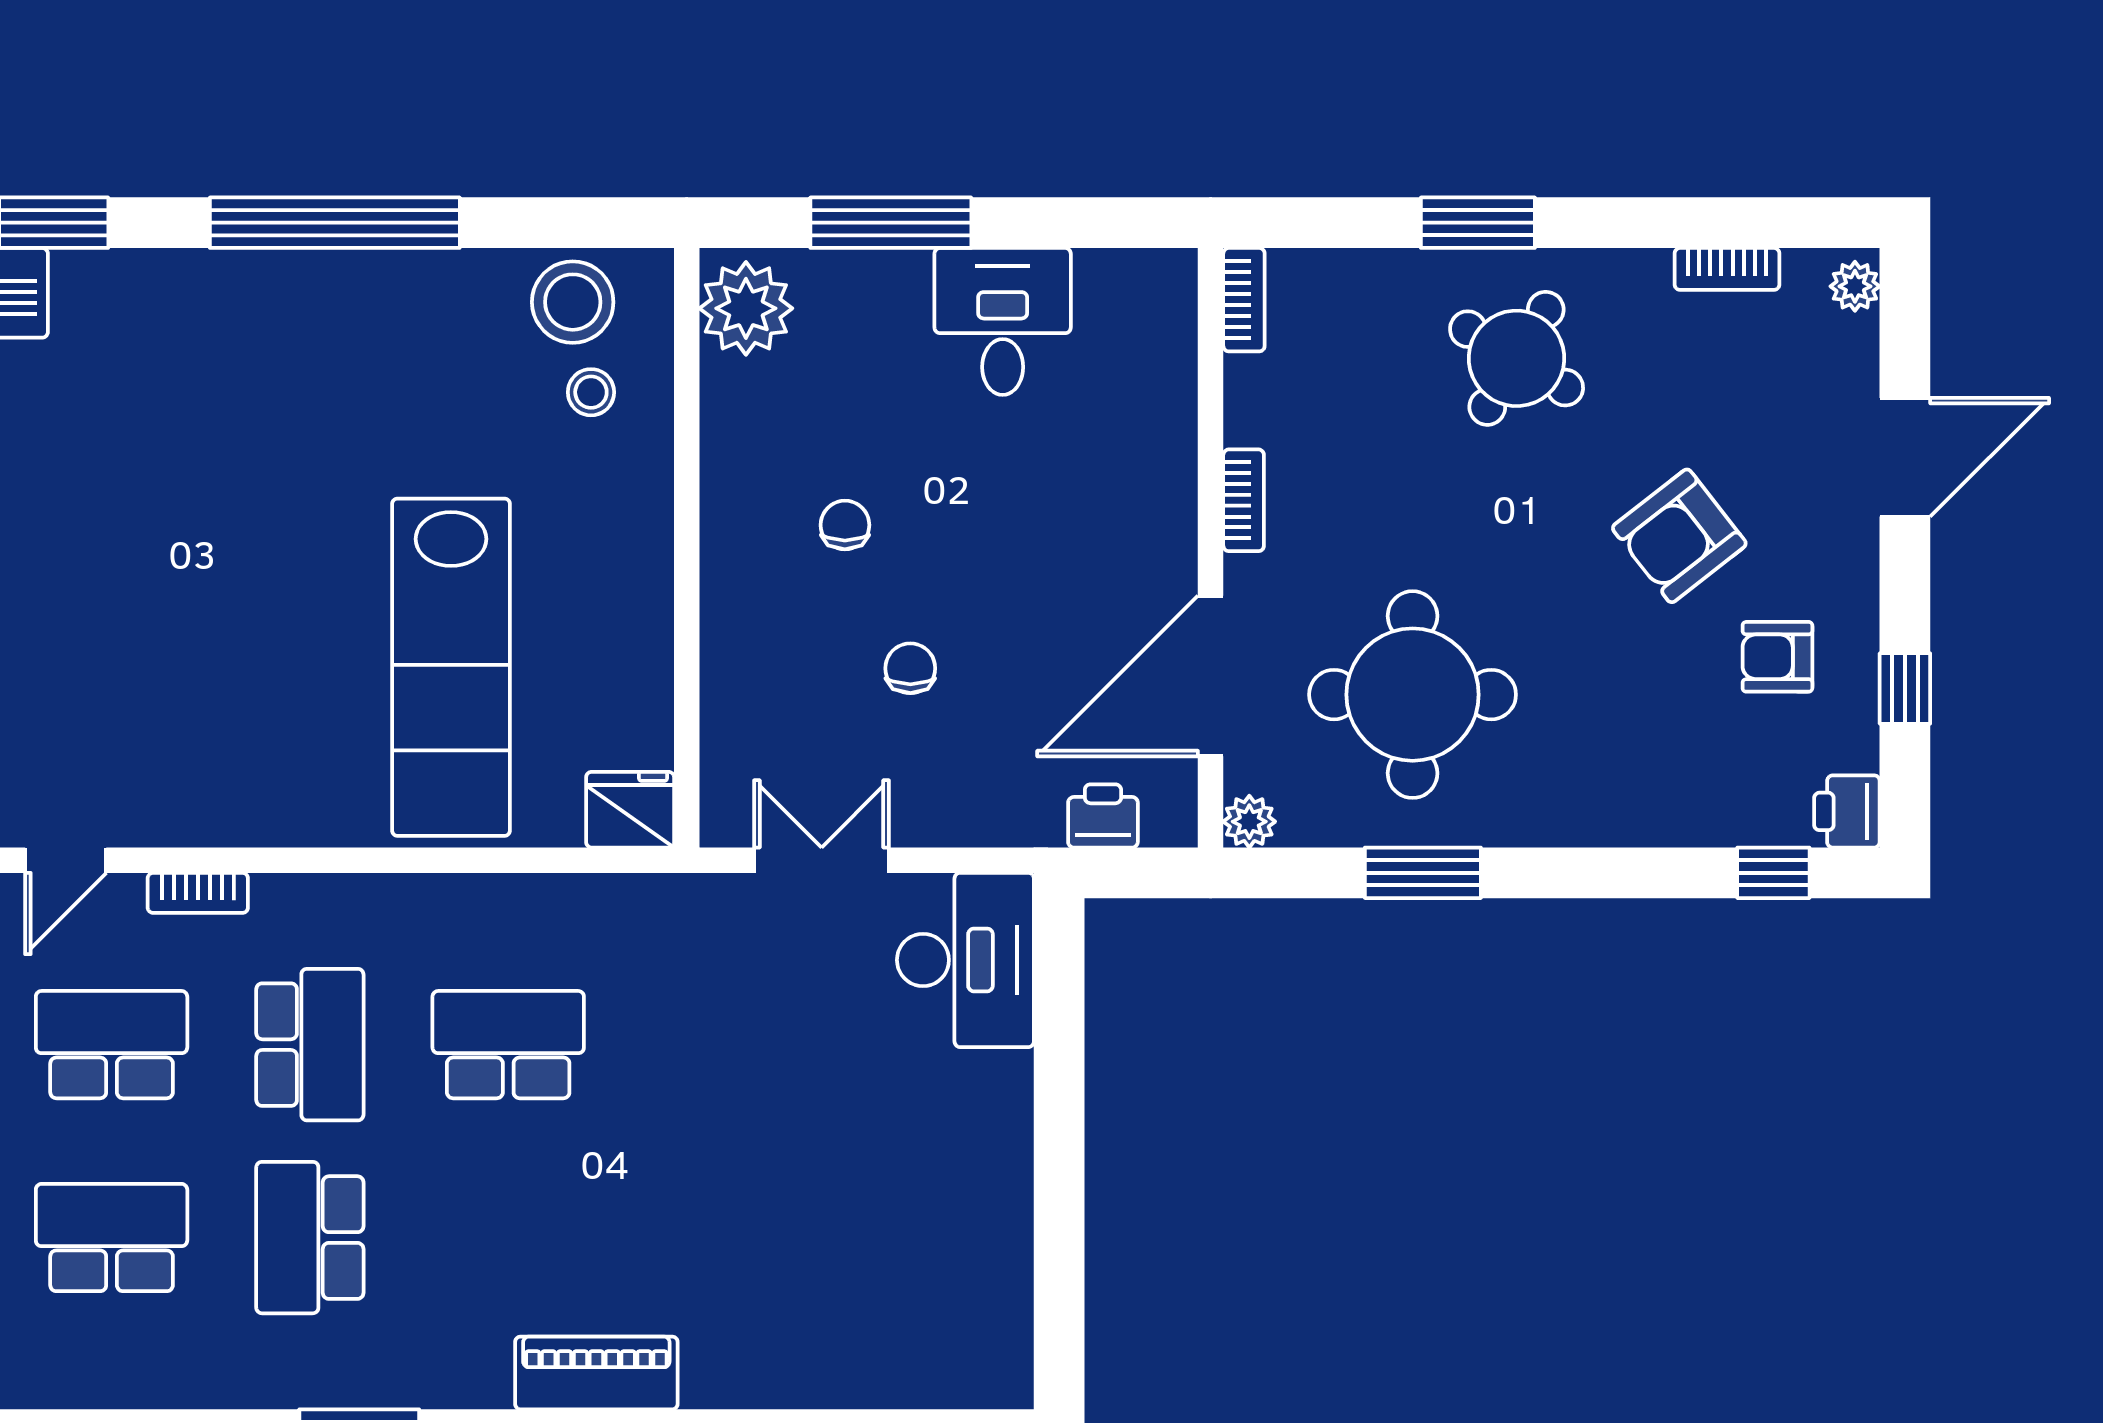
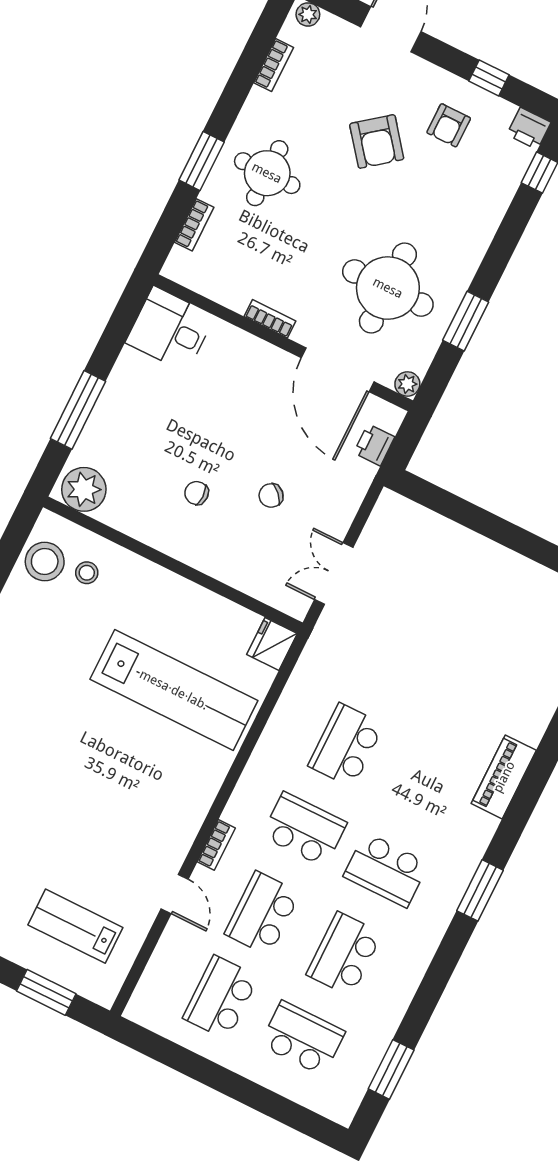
bookcase: (1244, 300) -> (194, 225), moved, turned 90
desk: (1003, 321) -> (170, 329), moved
round table: (1517, 358) -> (267, 173), turned -31
chair: (910, 668) -> (271, 495), turned -44
desk: (965, 960) -> (406, 533), removed

